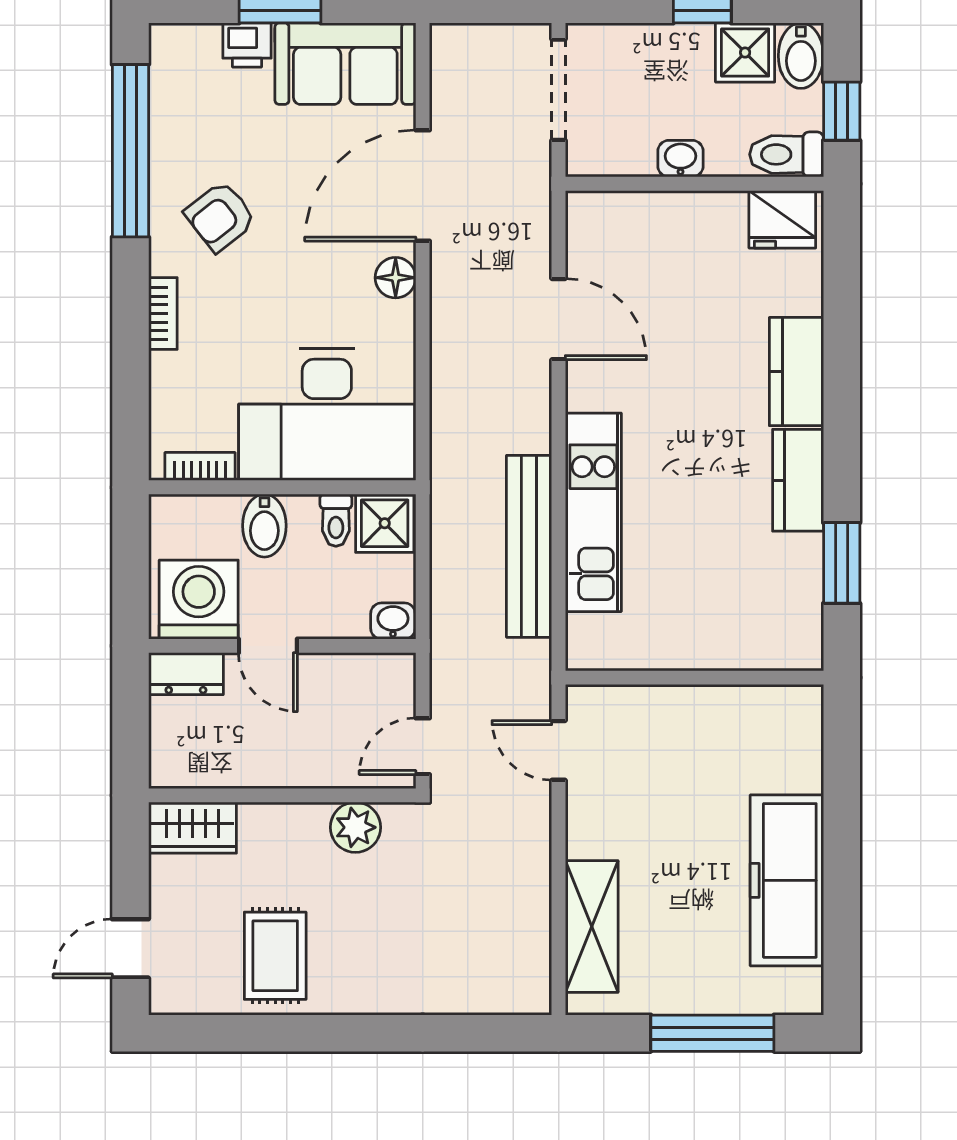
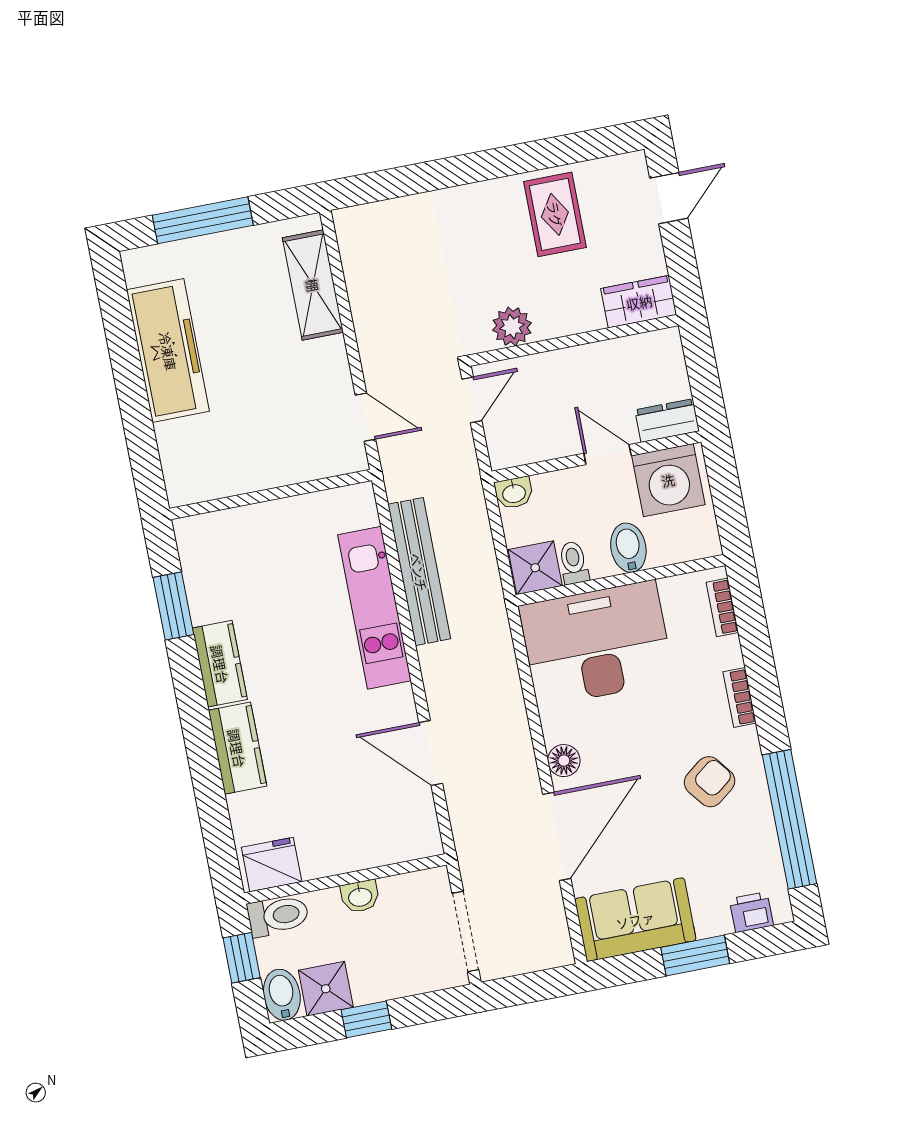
printer: (247, 45) -> (751, 912), moved
bookcase: (200, 466) -> (722, 607), moved, turned 90

